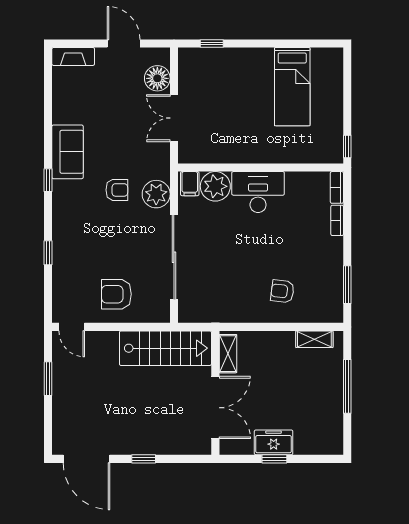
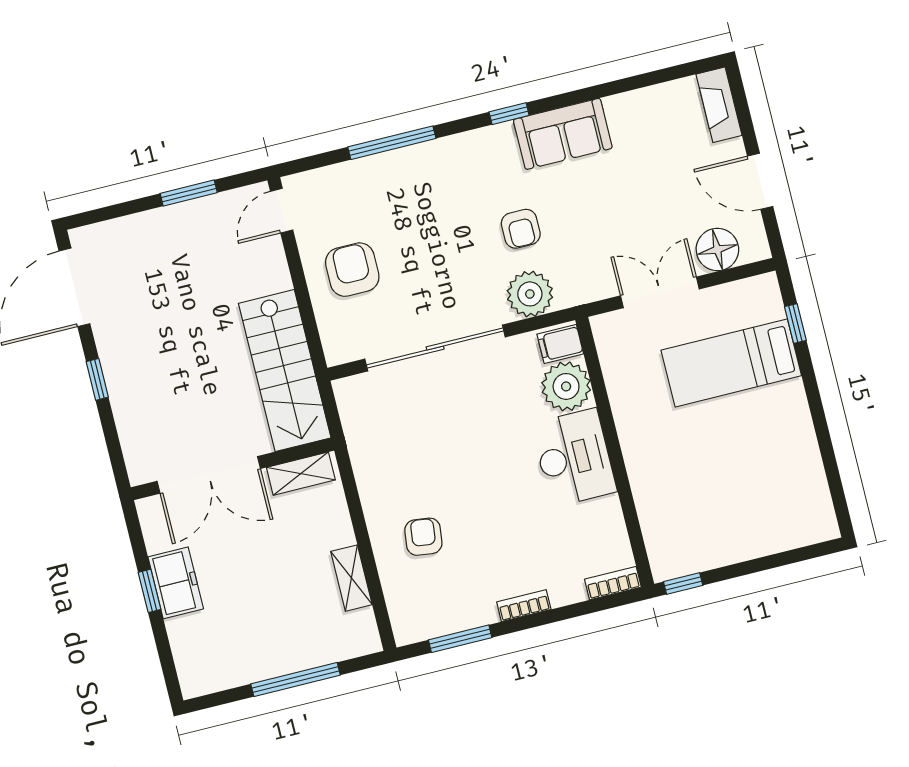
door: (124, 43) -> (760, 181), swing flipped
bed: (292, 87) -> (731, 363), moved
bookcase: (337, 220) -> (524, 606), moved
window: (48, 253) -> (392, 143), width x2.17
shelving: (314, 339) -> (351, 578), moved

